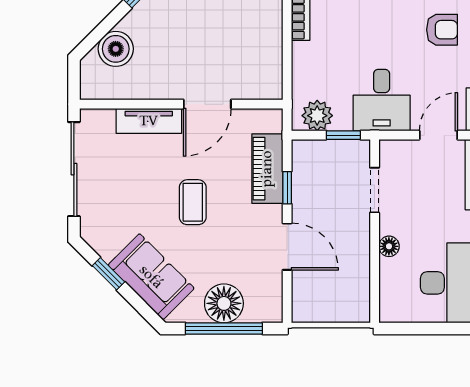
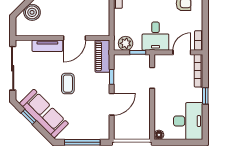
piano: (267, 169) -> (102, 56), moved
floor lamp: (389, 246) -> (159, 135), moved
door: (287, 247) -> (112, 104), hinge flipped
sofa: (151, 277) -> (44, 114), width x1.36
floor lamp: (224, 303) -> (82, 131), removed

